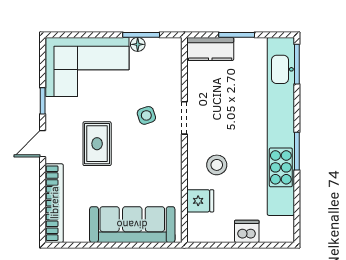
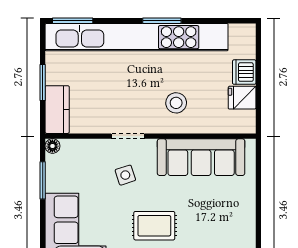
floor lamp: (138, 44) -> (52, 146), moved
fridge: (200, 201) -> (242, 98), moved, turned -90
sofa: (132, 225) -> (201, 157), moved, turned -90

